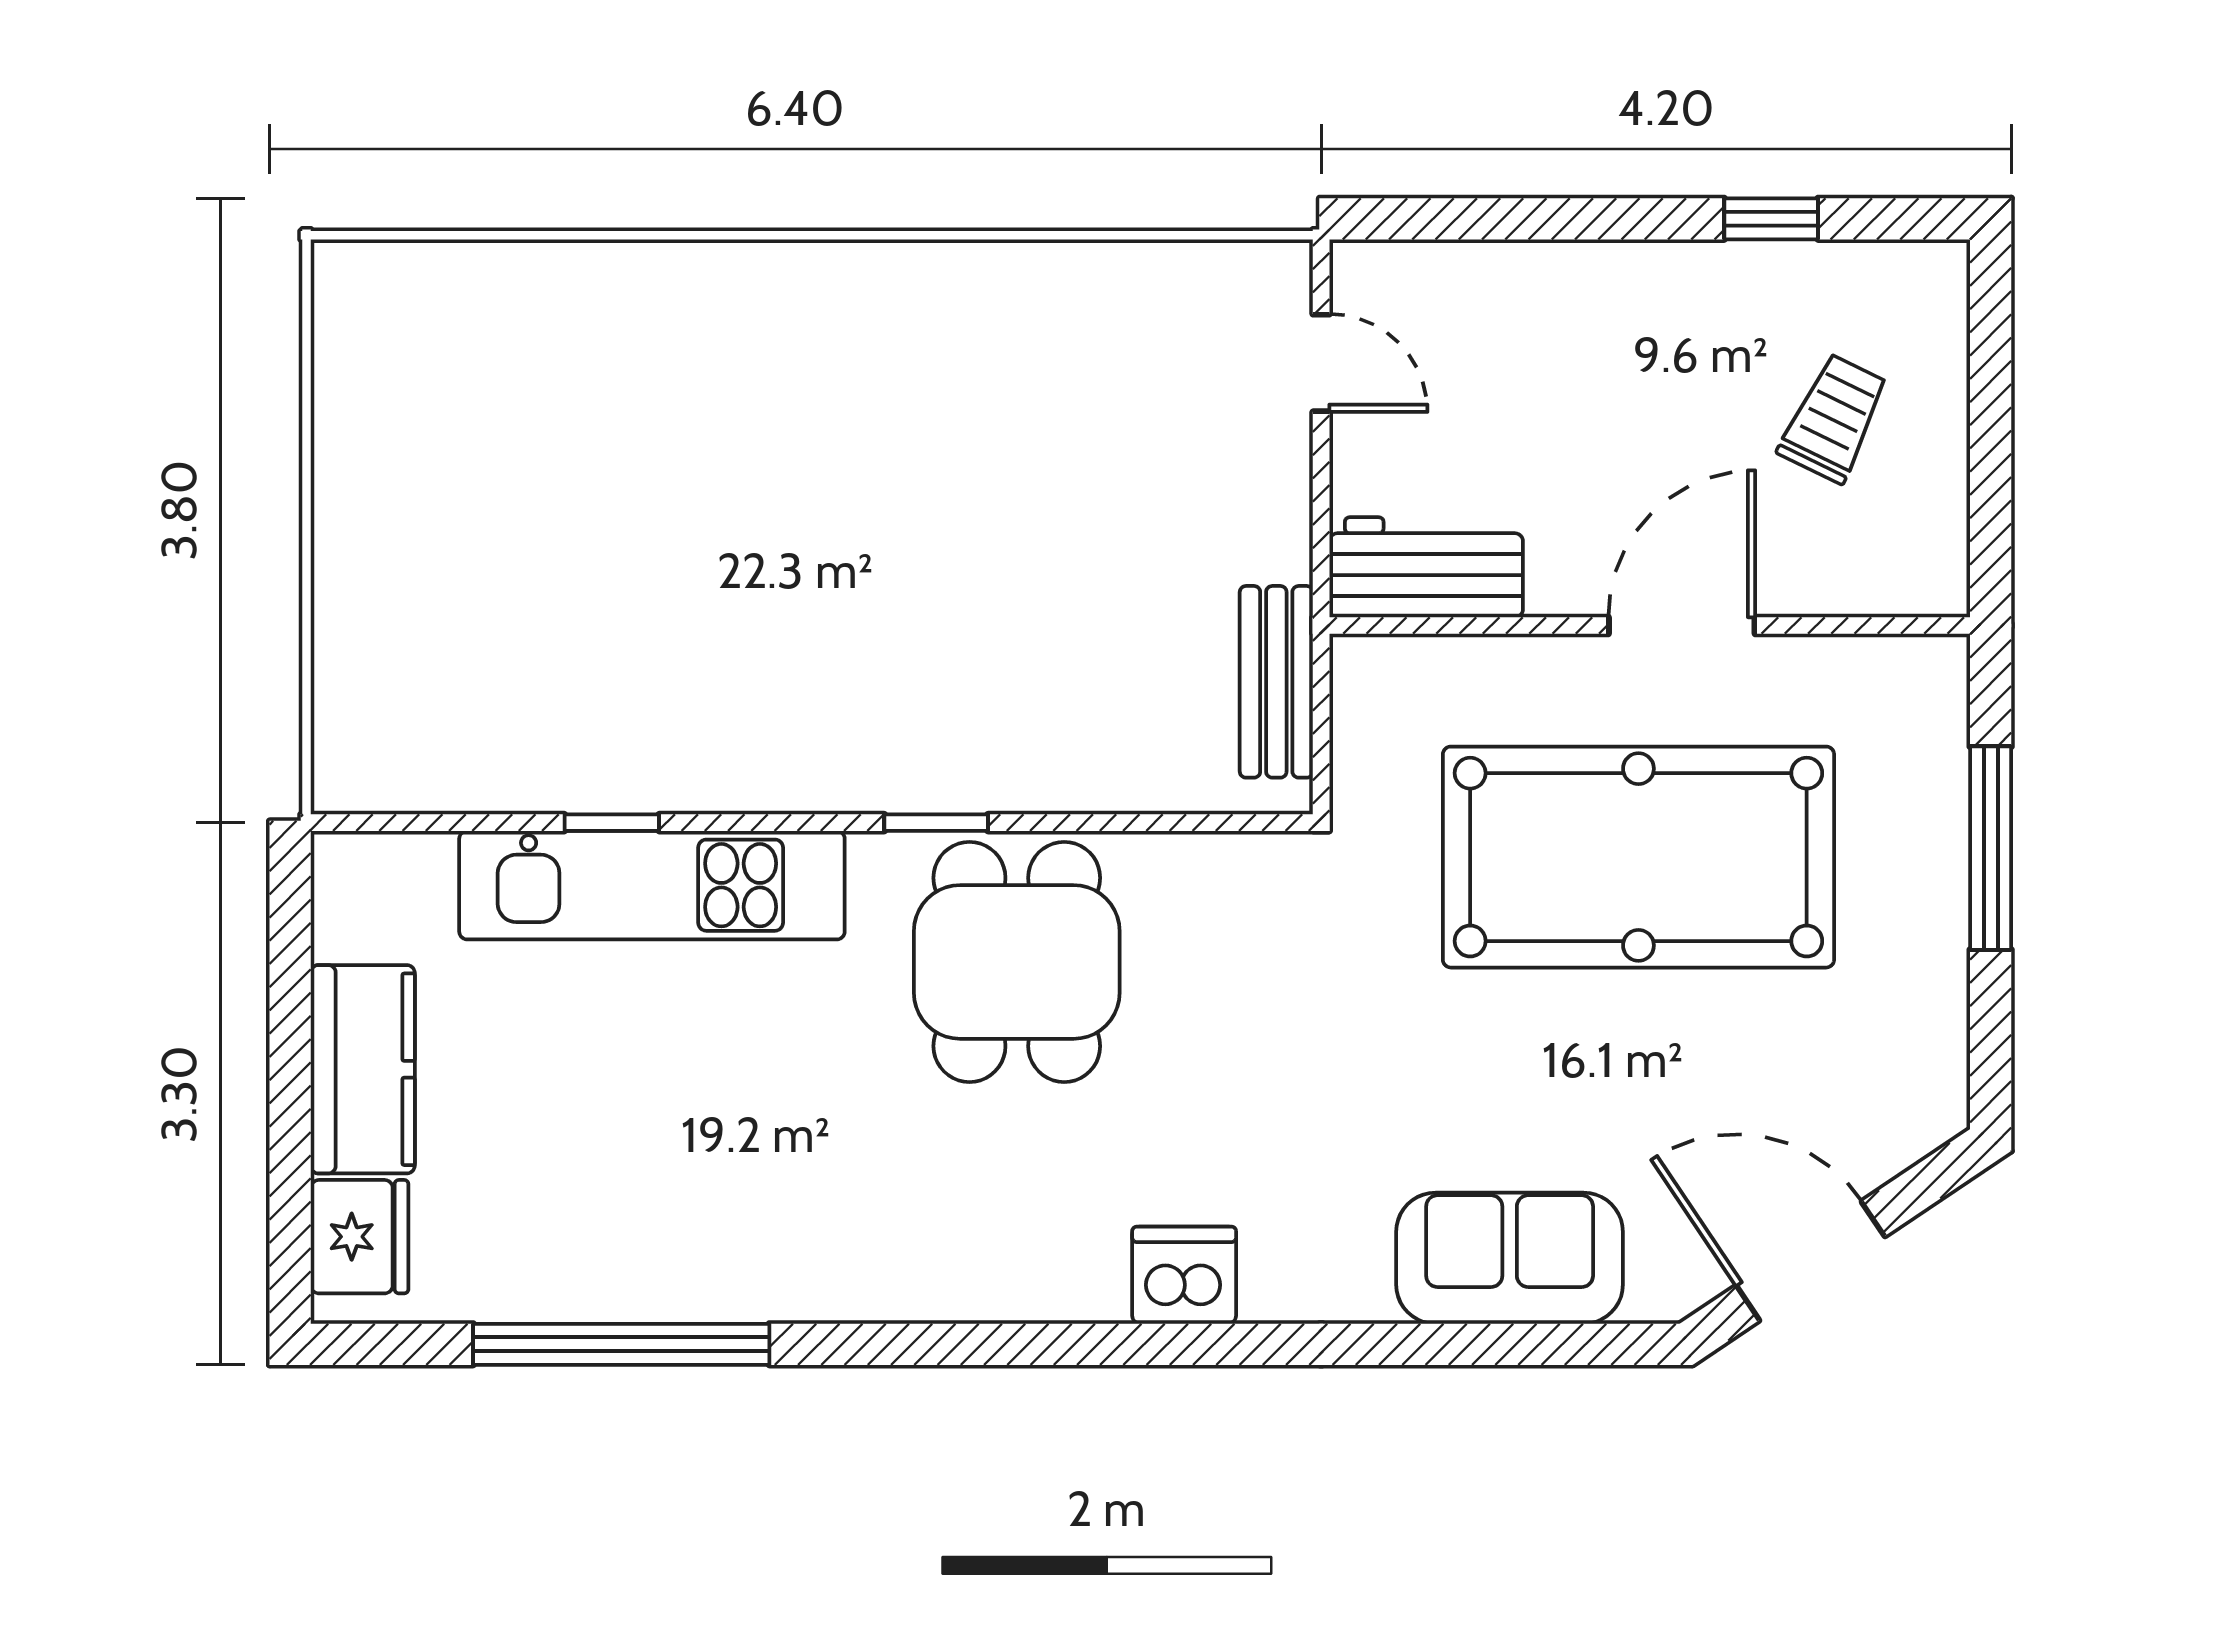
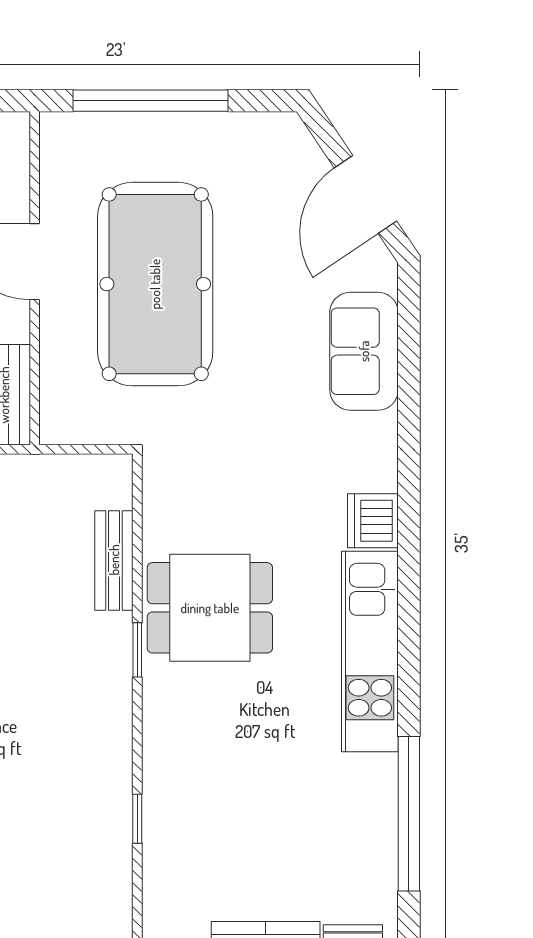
bench: (1276, 682) -> (114, 560), moved, turned 90
window: (1991, 848) -> (151, 101), width x1.46
kitchen unit: (652, 885) -> (370, 652), moved, turned 180

